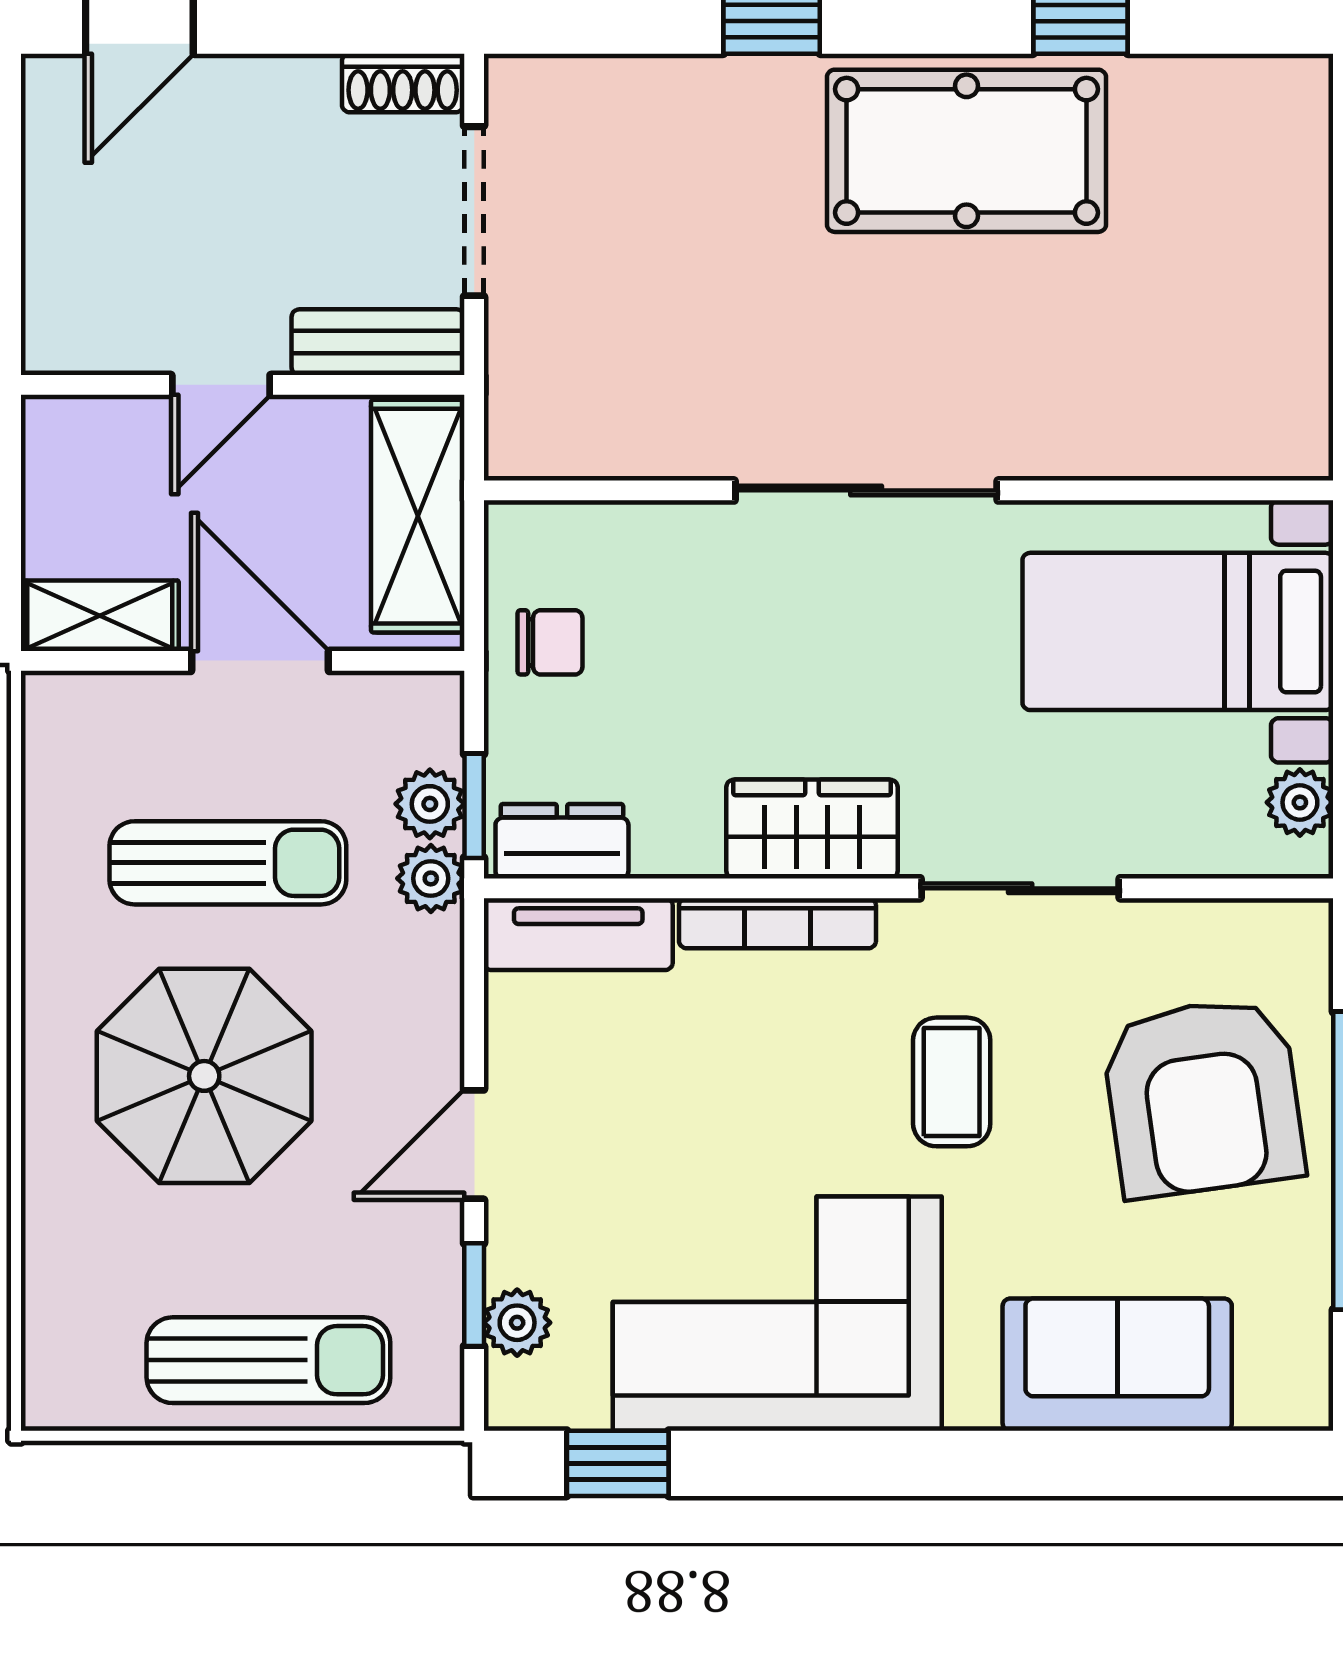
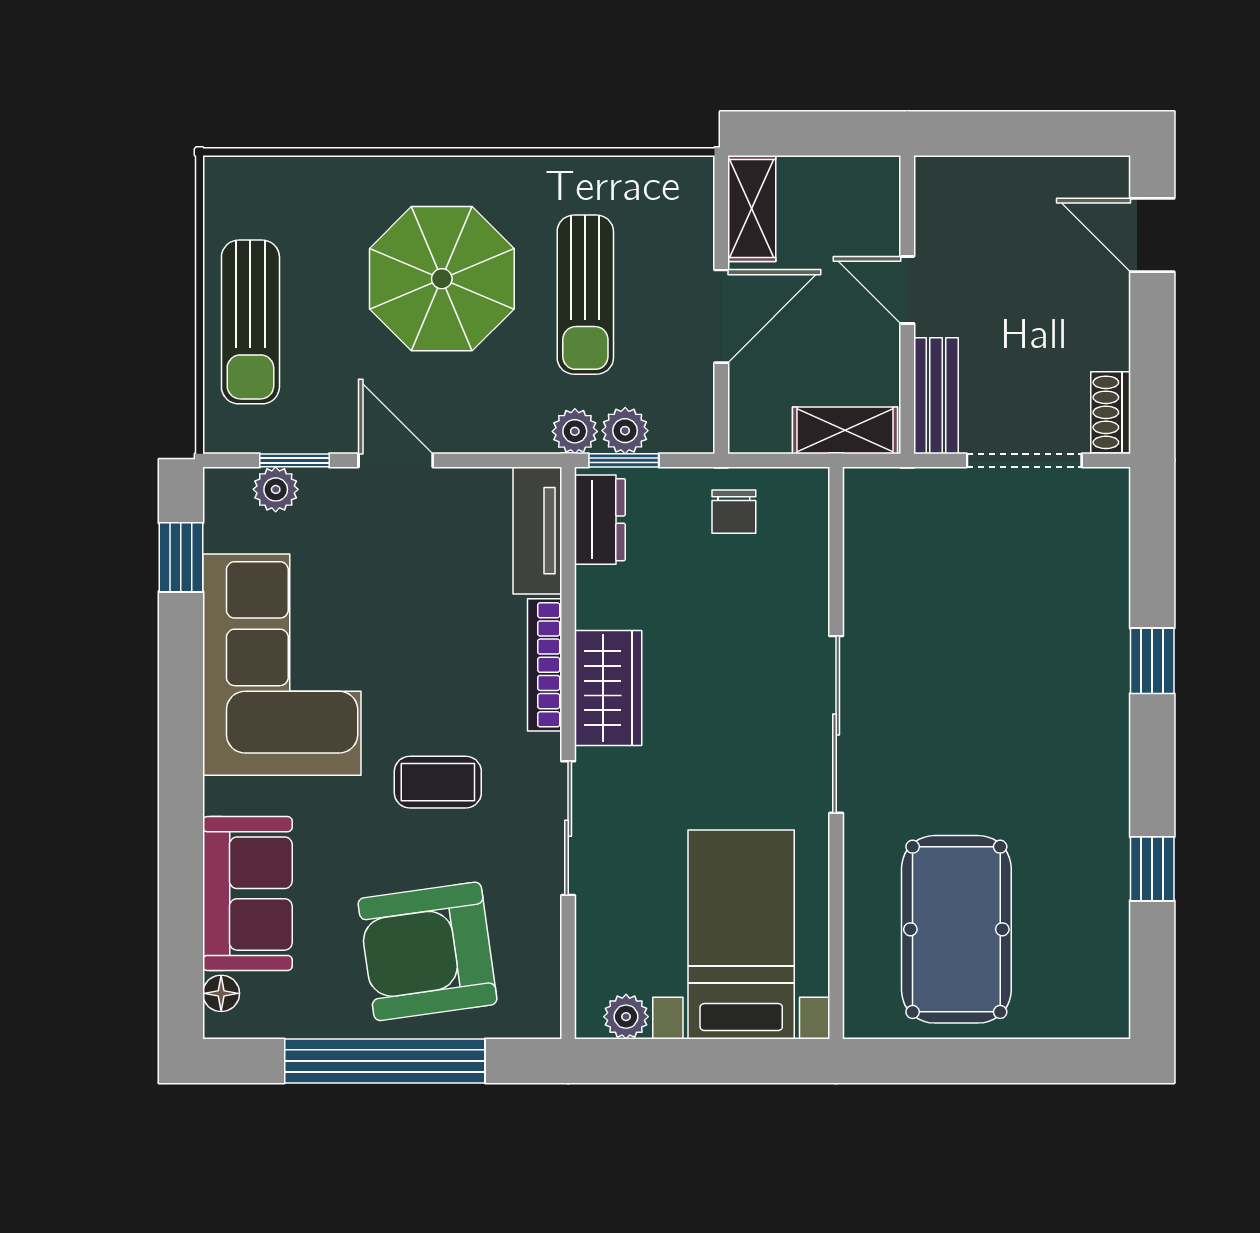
pool table: (966, 151) -> (956, 929), moved
shelving: (418, 516) -> (845, 430), width x0.67, depth x0.75
floor lamp: (1265, 1404) -> (221, 993), added

